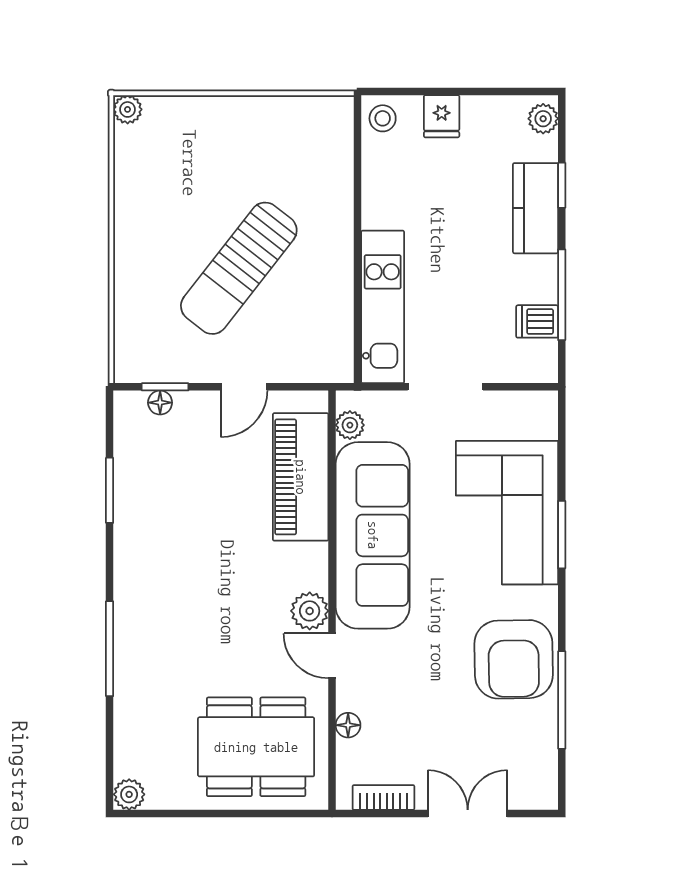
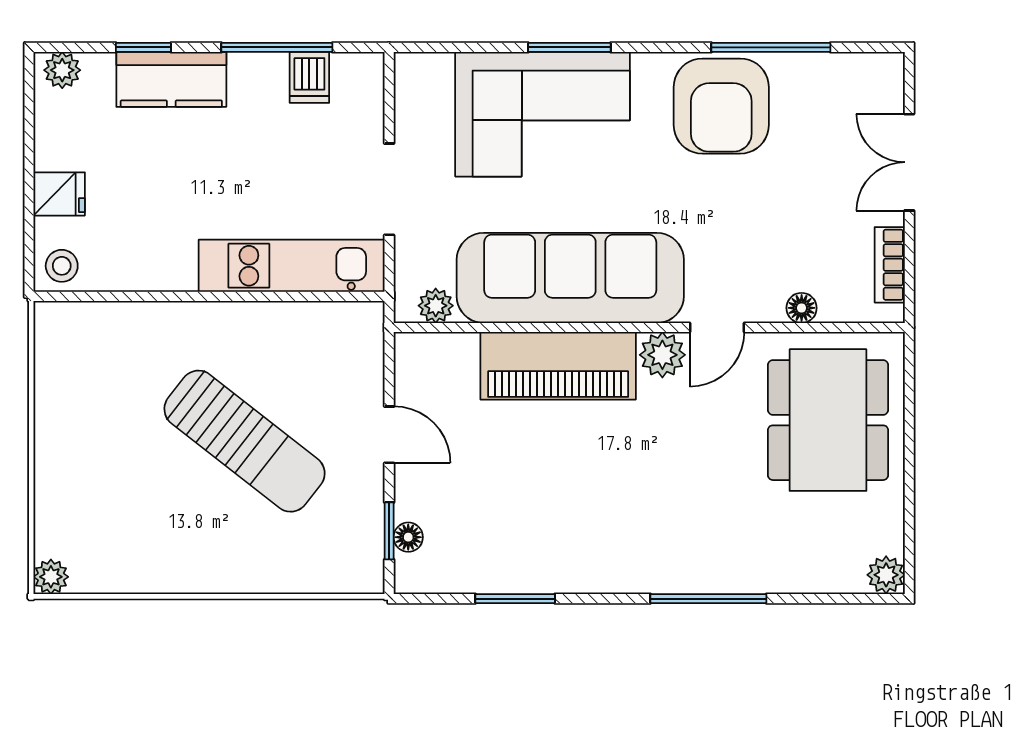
piano: (301, 477) -> (558, 366), moved
armchair: (514, 659) -> (721, 106), turned 91

